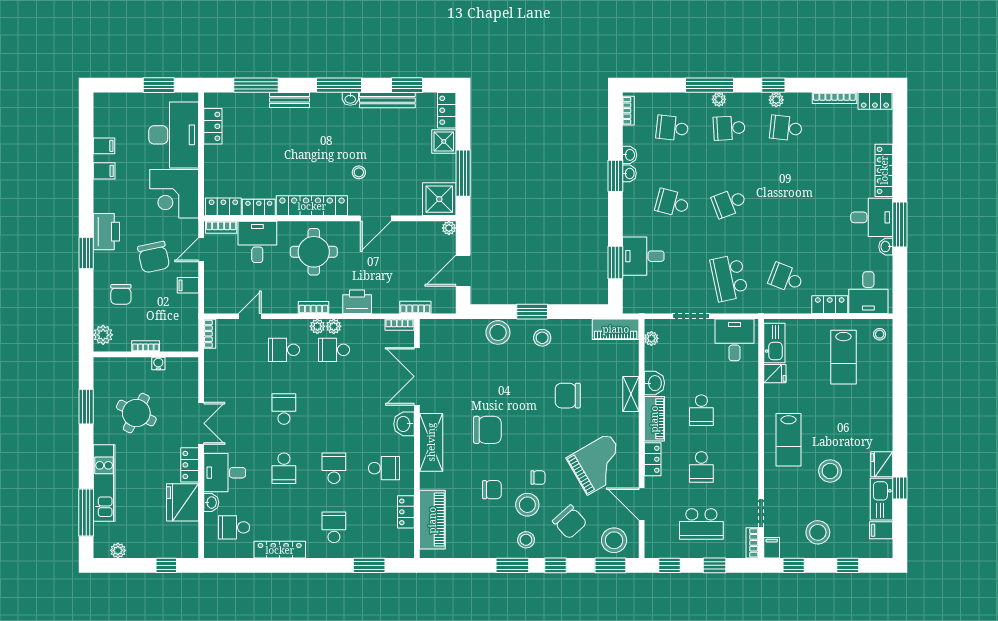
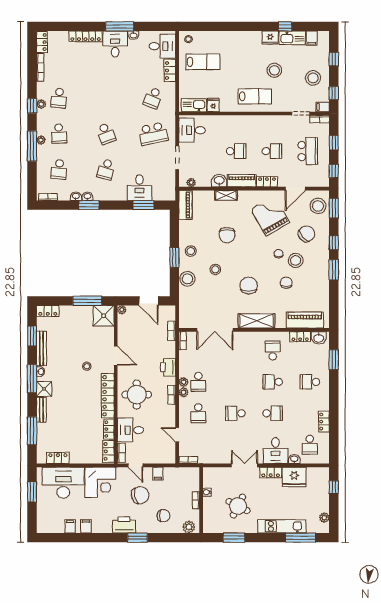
shower: (444, 141) -> (44, 389), moved
washbasin: (404, 424) -> (319, 338), moved
stool: (526, 540) -> (215, 269), moved
locker: (280, 550) -> (324, 422), width x0.66

